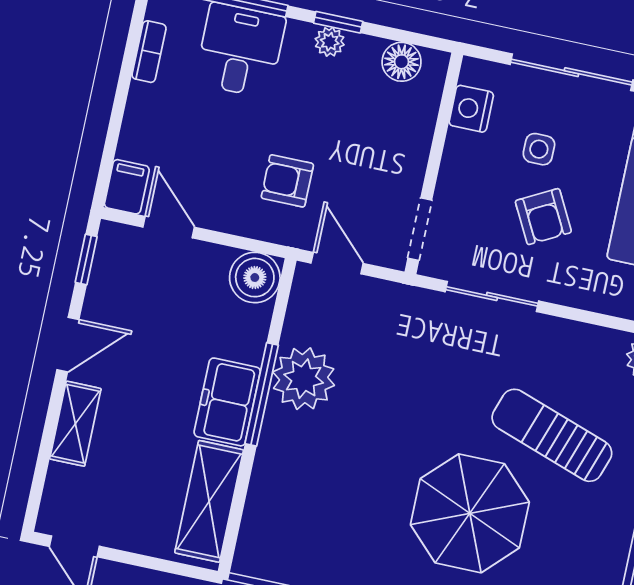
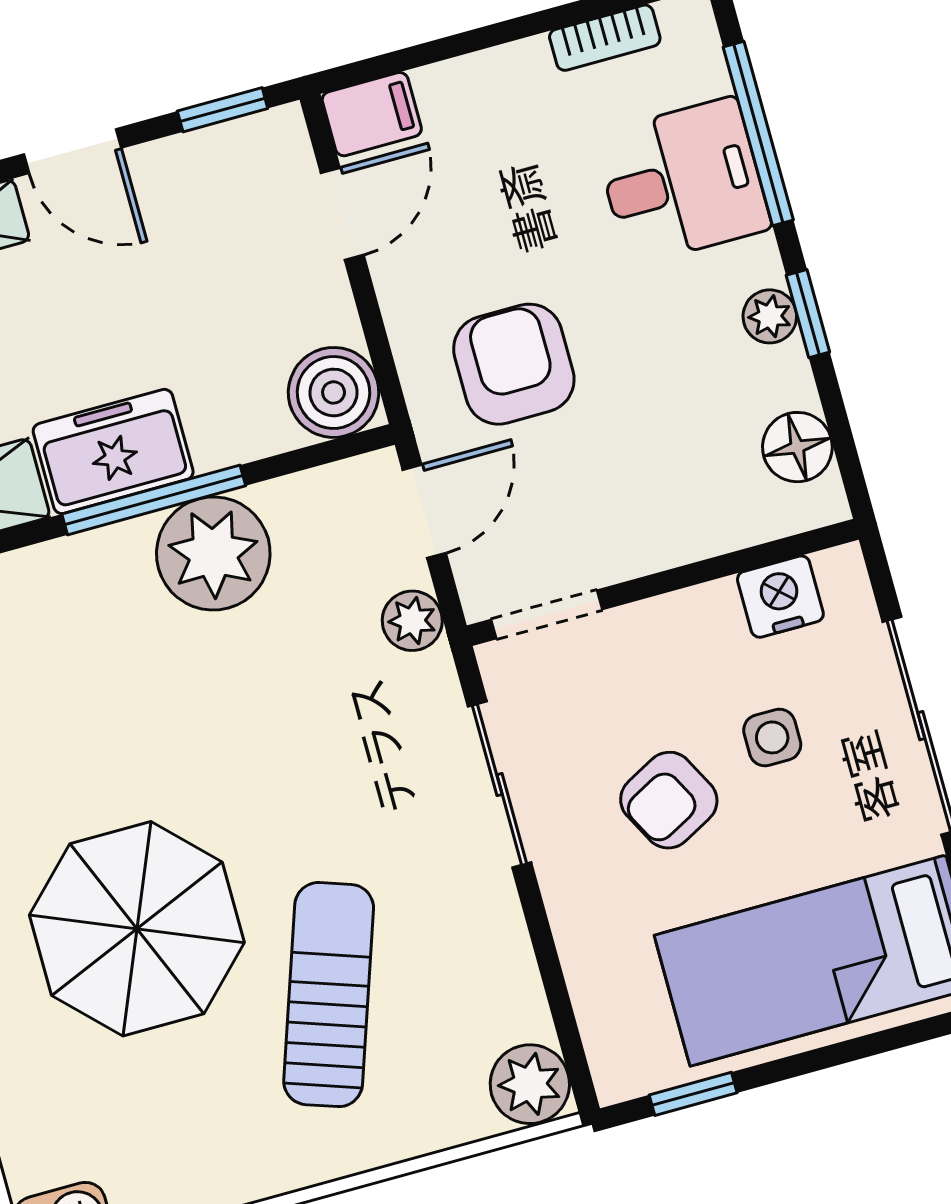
armchair: (287, 181) -> (514, 364), width x1.38, depth x1.38
plant: (388, 297) -> (412, 621), added

